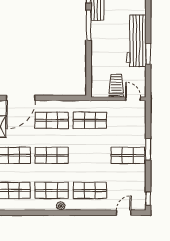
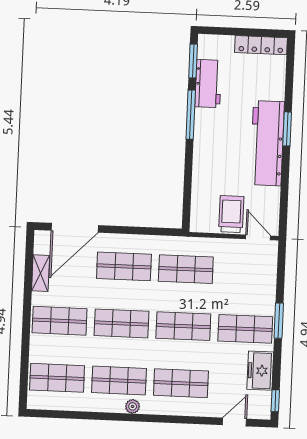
window: (148, 54) -> (287, 129), moved
shop shelf: (90, 155) -> (183, 326), added
freezer: (138, 181) -> (260, 371), added

